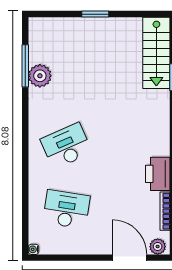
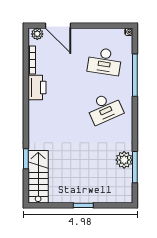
window: (25, 190) -> (135, 75), added

